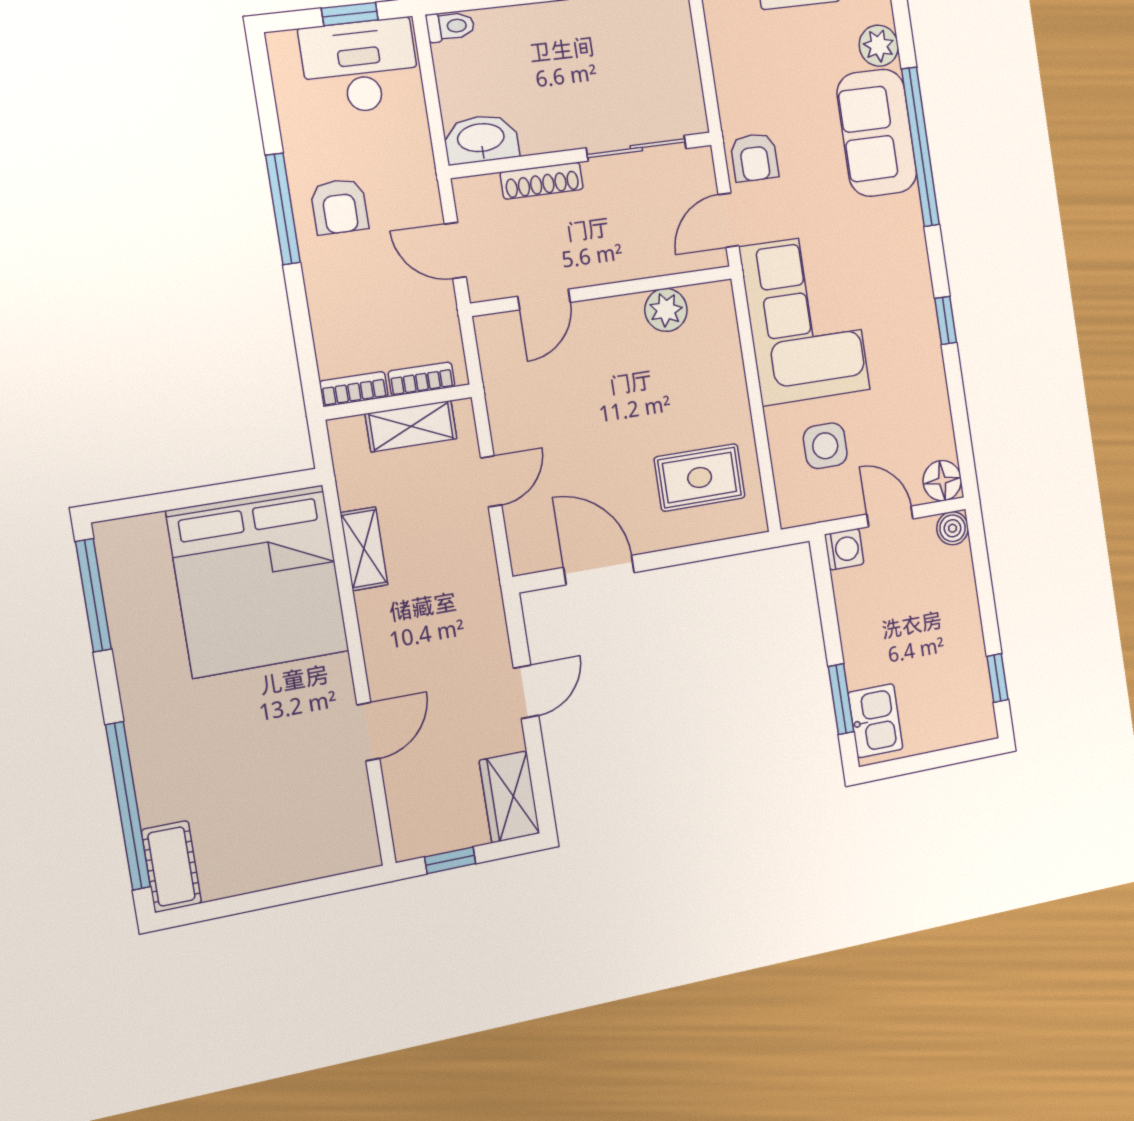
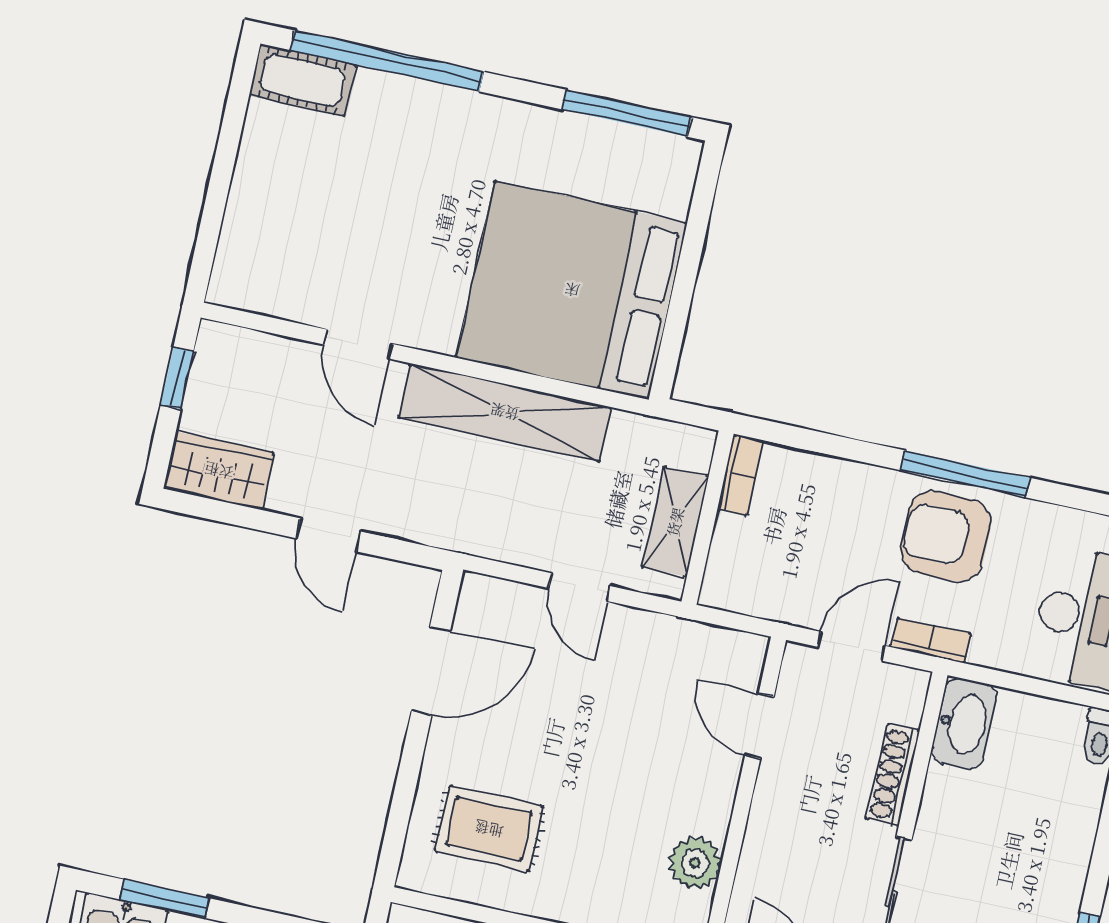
armchair: (339, 206) -> (946, 536), width x1.38, depth x1.38
bookcase: (421, 379) -> (931, 640), moved, turned -90
rug: (700, 478) -> (489, 829), turned 90
shelving: (364, 549) -> (505, 412), width x2.20, depth x1.33

